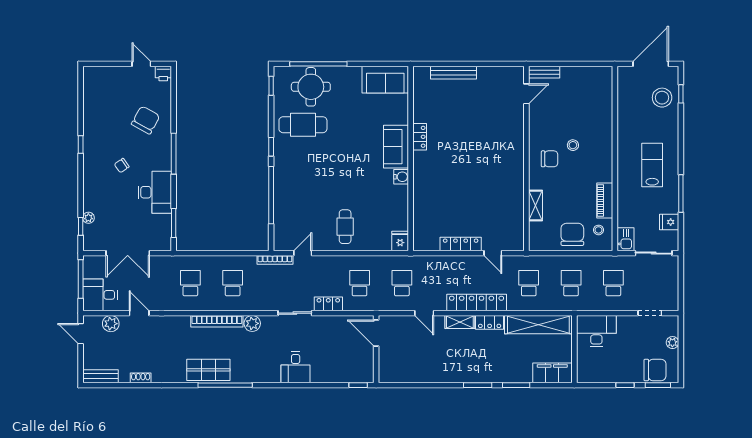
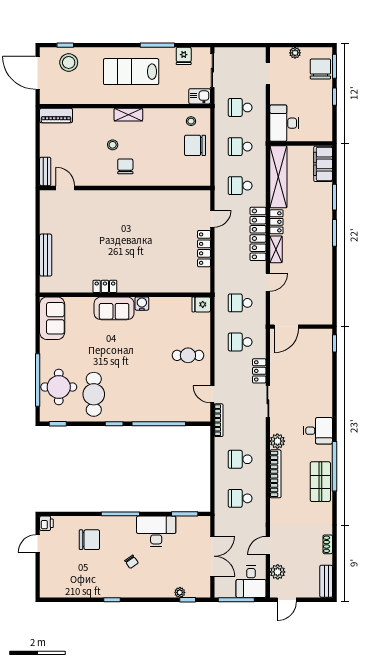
chair: (146, 120) -> (89, 540), turned 151
lab bench: (652, 165) -> (131, 72), width x1.36, depth x1.39
piano: (605, 201) -> (56, 115), moved
shelving: (535, 205) -> (128, 115), moved
desk: (296, 367) -> (318, 431), moved

